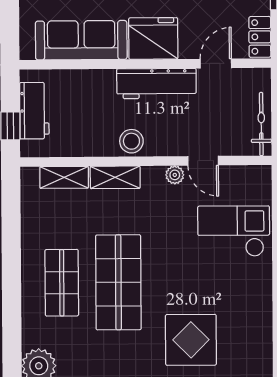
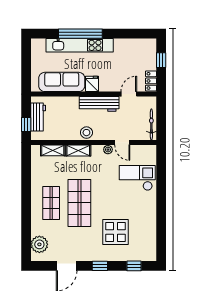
fridge: (153, 38) -> (92, 84), width x0.53, depth x0.75

